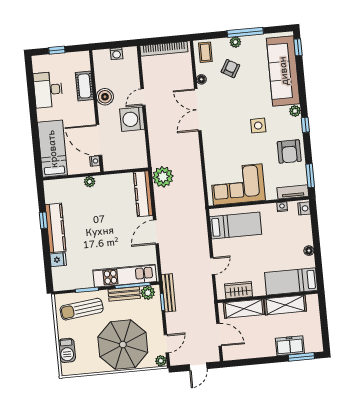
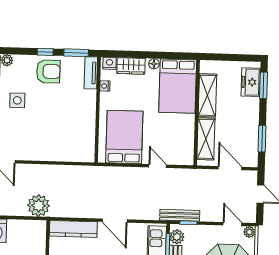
window: (305, 125) -> (45, 52), moved
plant: (163, 177) -> (39, 206), moved
corner sofa: (238, 184) -> (76, 129), removed
bed: (236, 226) -> (124, 137), width x1.50
bed: (291, 281) -> (178, 86), width x1.50
wardrobe: (239, 290) -> (131, 66), moved, turned -90
door: (219, 335) -> (230, 168), hinge flipped
freezer: (290, 346) -> (251, 82), moved
window: (251, 362) -> (262, 139), added

